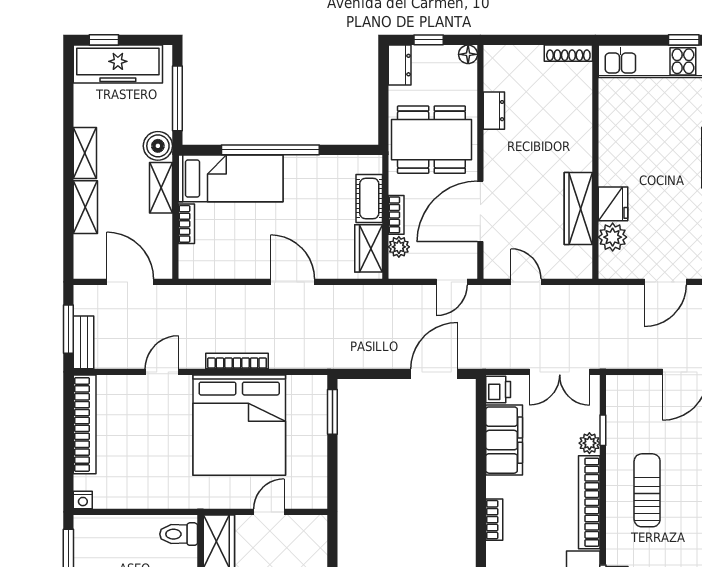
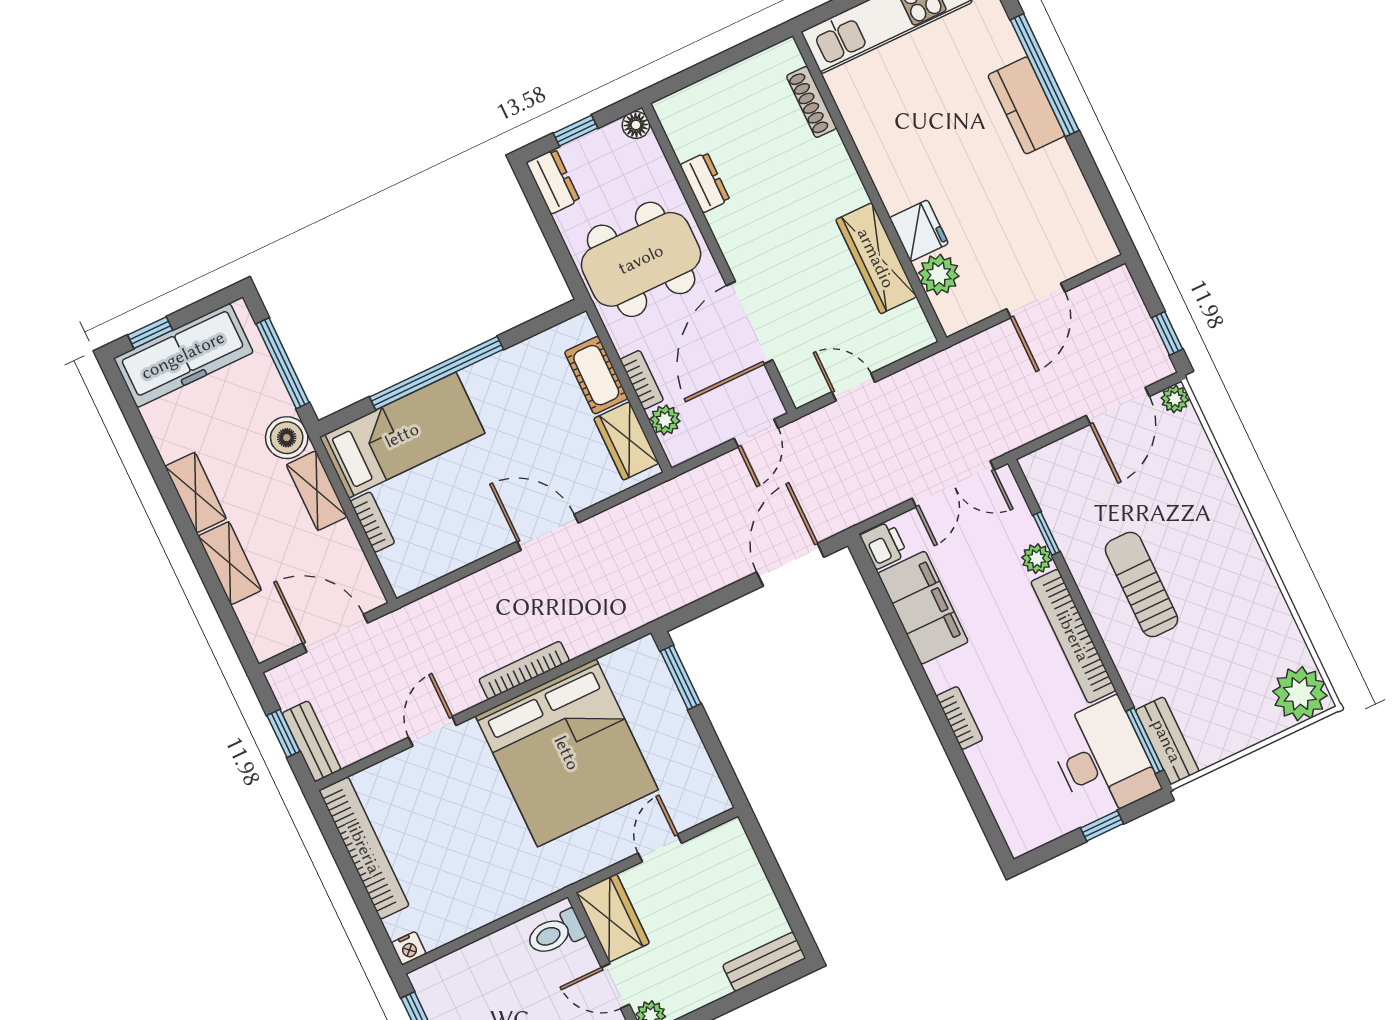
shoe rack: (568, 53) -> (811, 102), moved, turned 90
window: (68, 329) -> (283, 733), width x0.67

